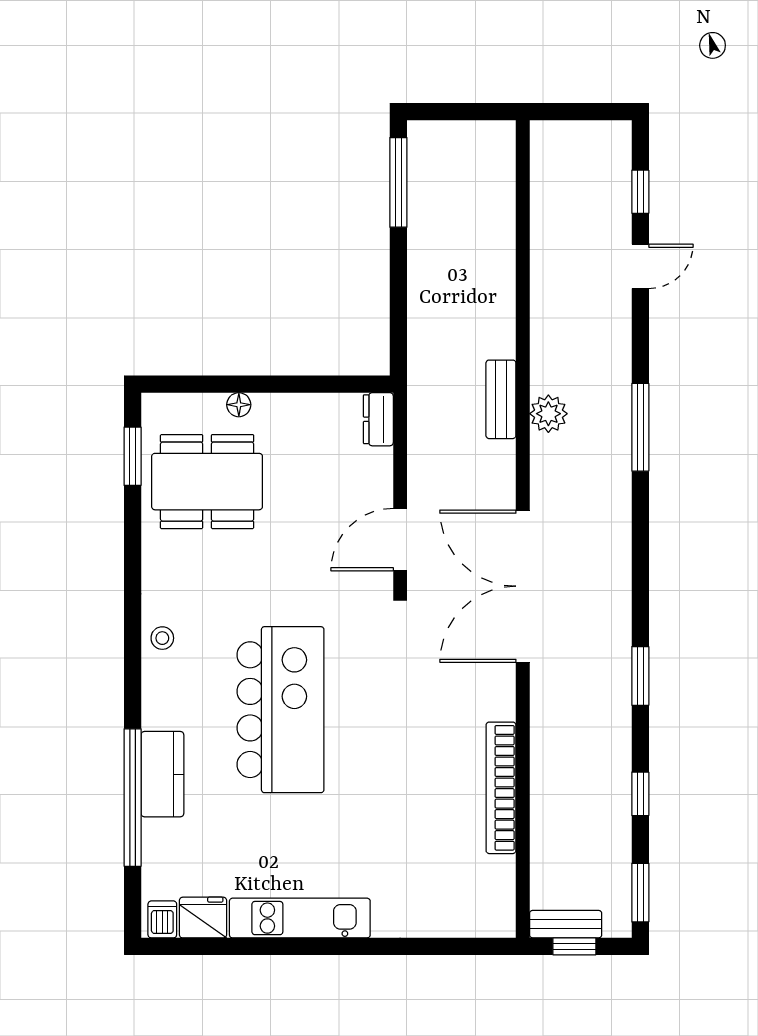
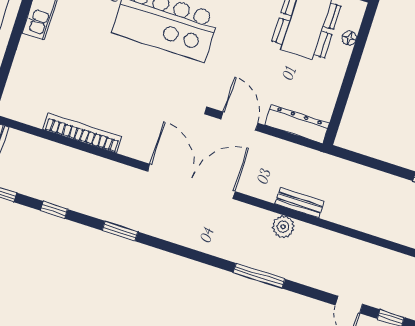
floor lamp: (239, 405) -> (349, 38), moved
dresser: (378, 419) -> (297, 124), width x1.96, depth x1.24

